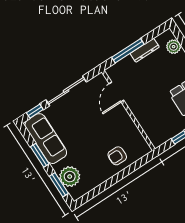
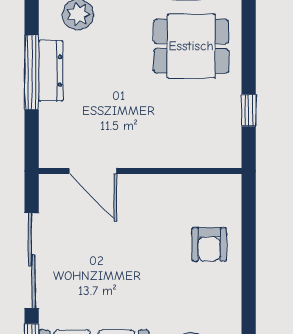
window: (128, 51) -> (32, 72), moved

